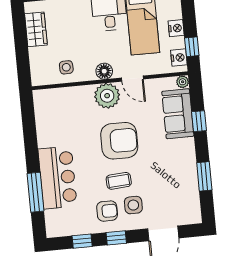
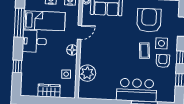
wardrobe: (36, 29) -> (49, 91), moved
plant: (107, 96) -> (87, 73), moved
armchair: (119, 141) -> (149, 20), moved

